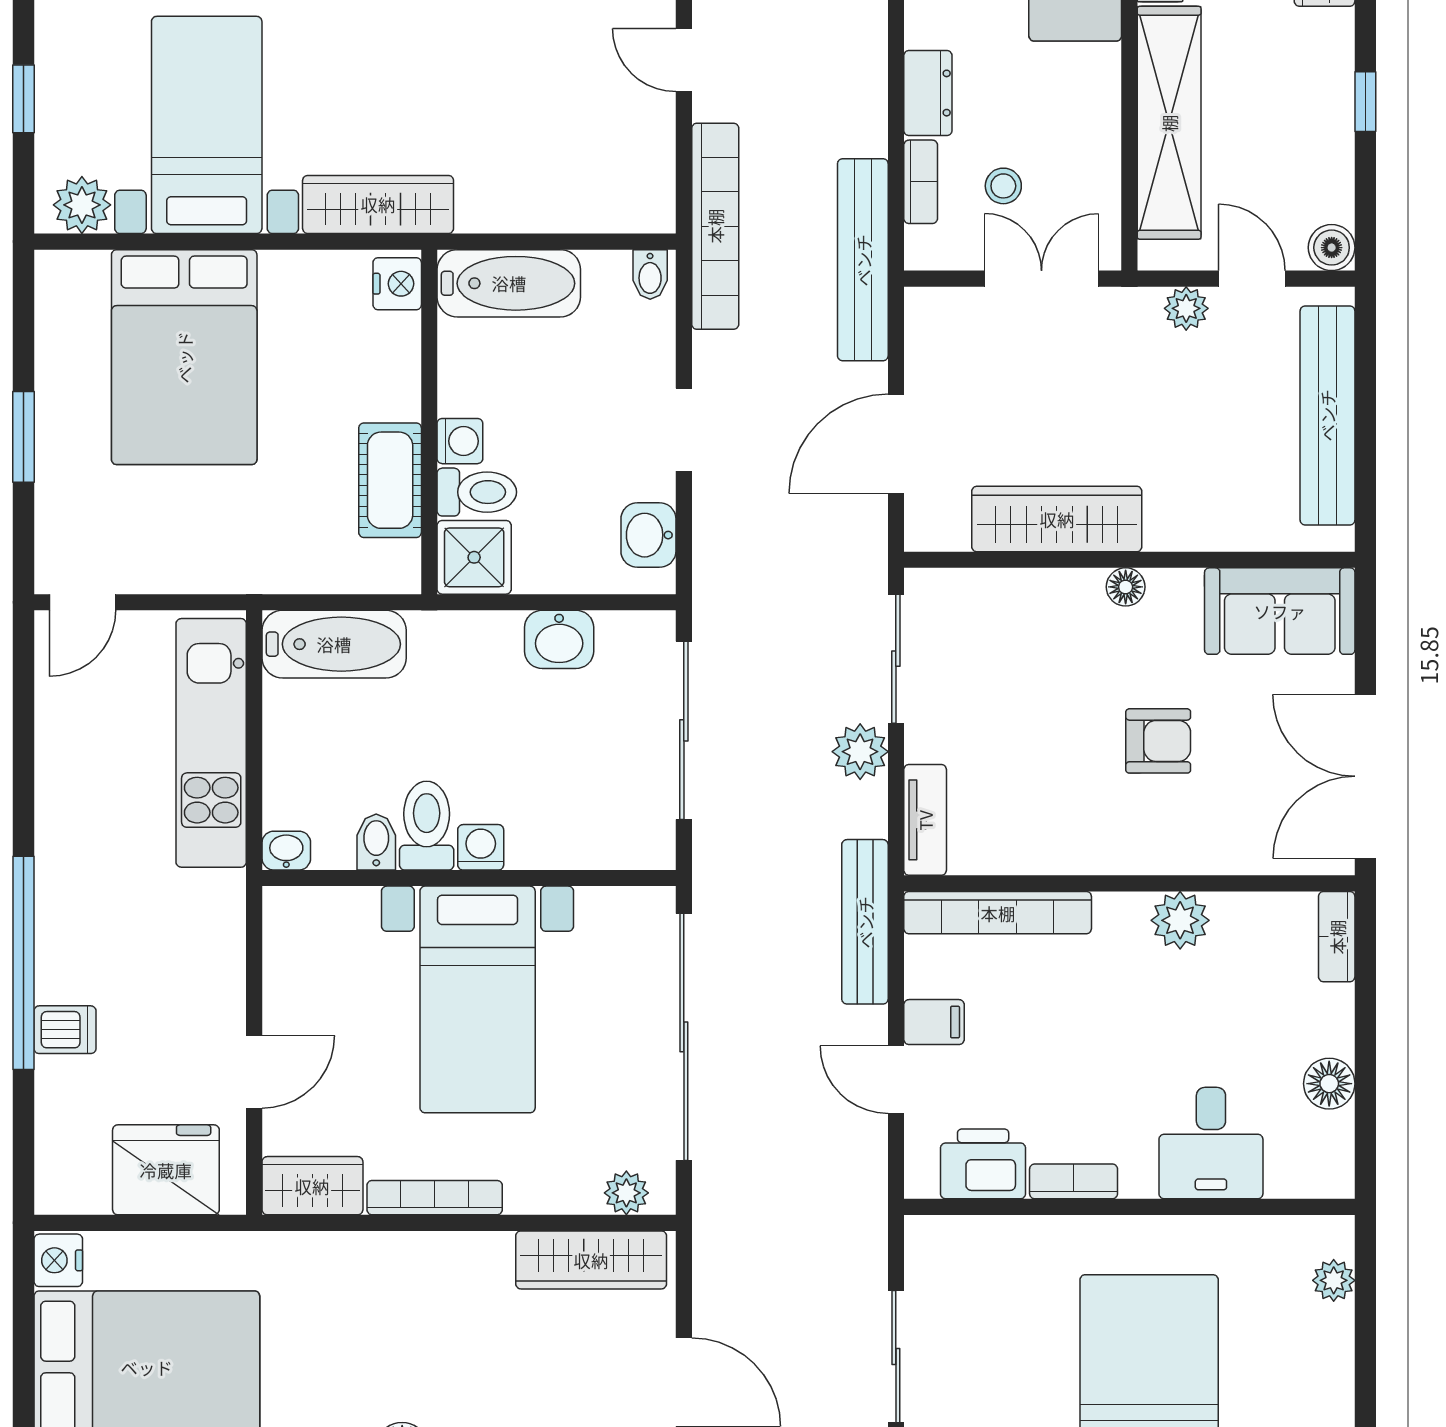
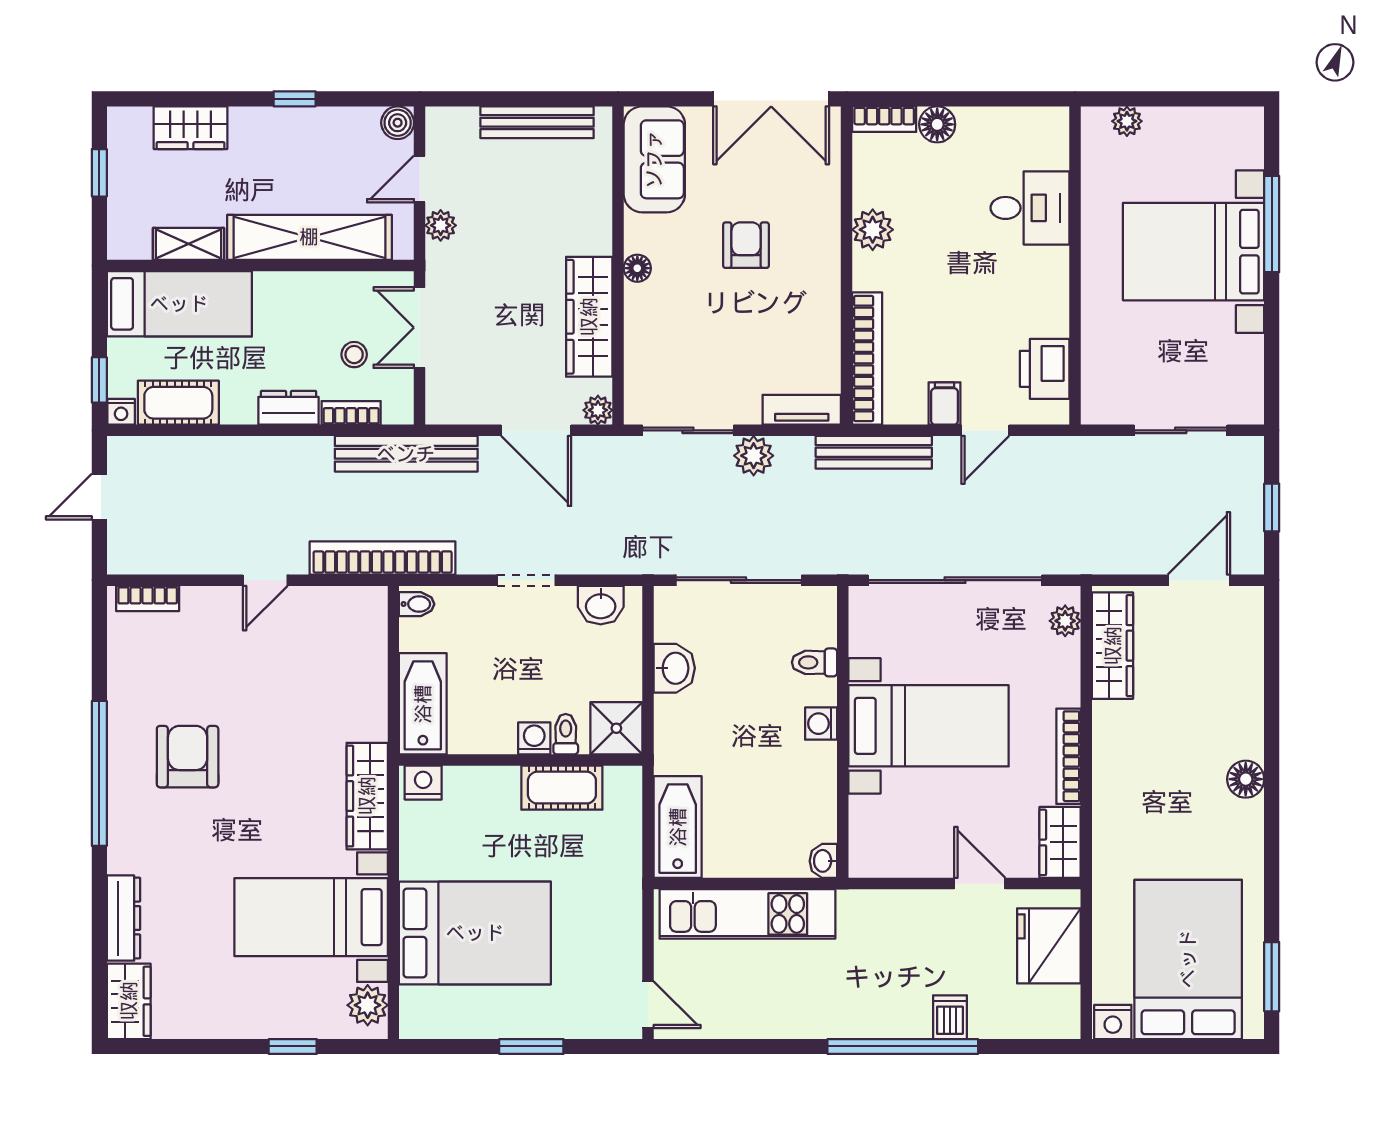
bench: (1327, 415) -> (537, 122), width x0.73, depth x0.82
toilet: (477, 492) -> (566, 734), width x0.73, depth x0.72
plant: (925, 531) -> (598, 410), added
toilet: (427, 826) -> (815, 662), moved, width x0.73, depth x0.72
bidet: (376, 842) -> (817, 797), removed
floor lamp: (1329, 1084) -> (937, 124), moved
bookcase: (1074, 1181) -> (1057, 305), removed

